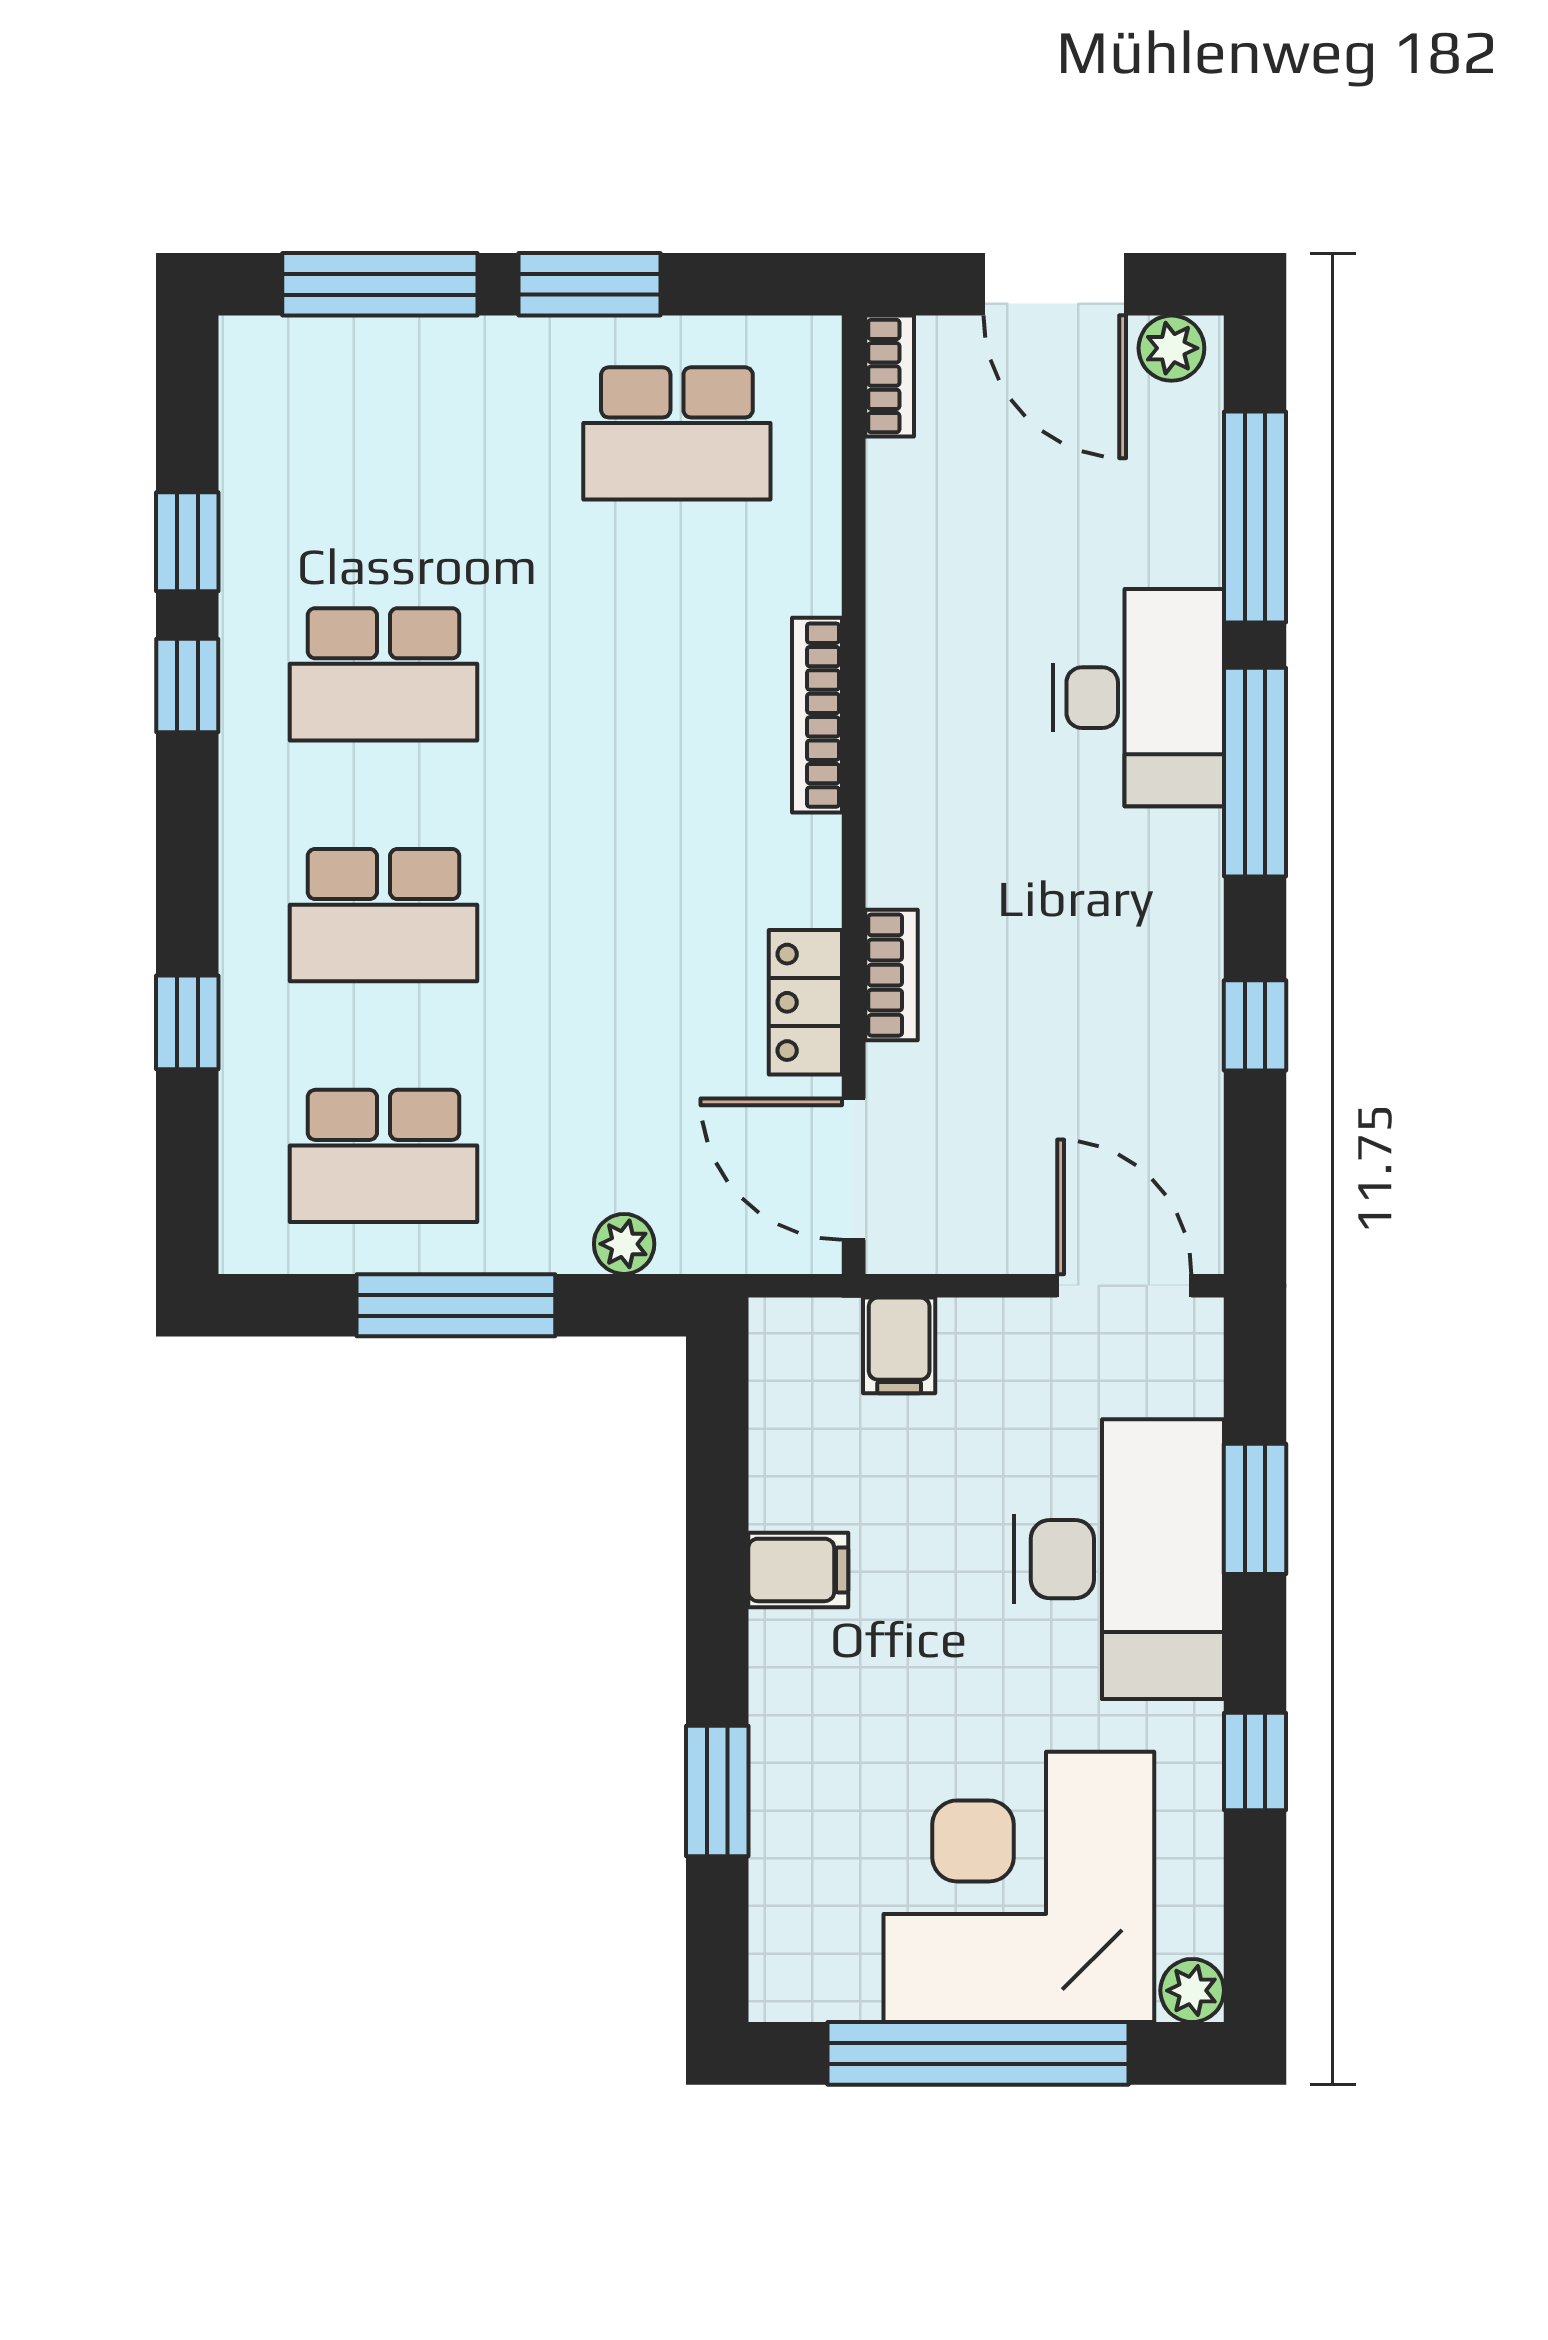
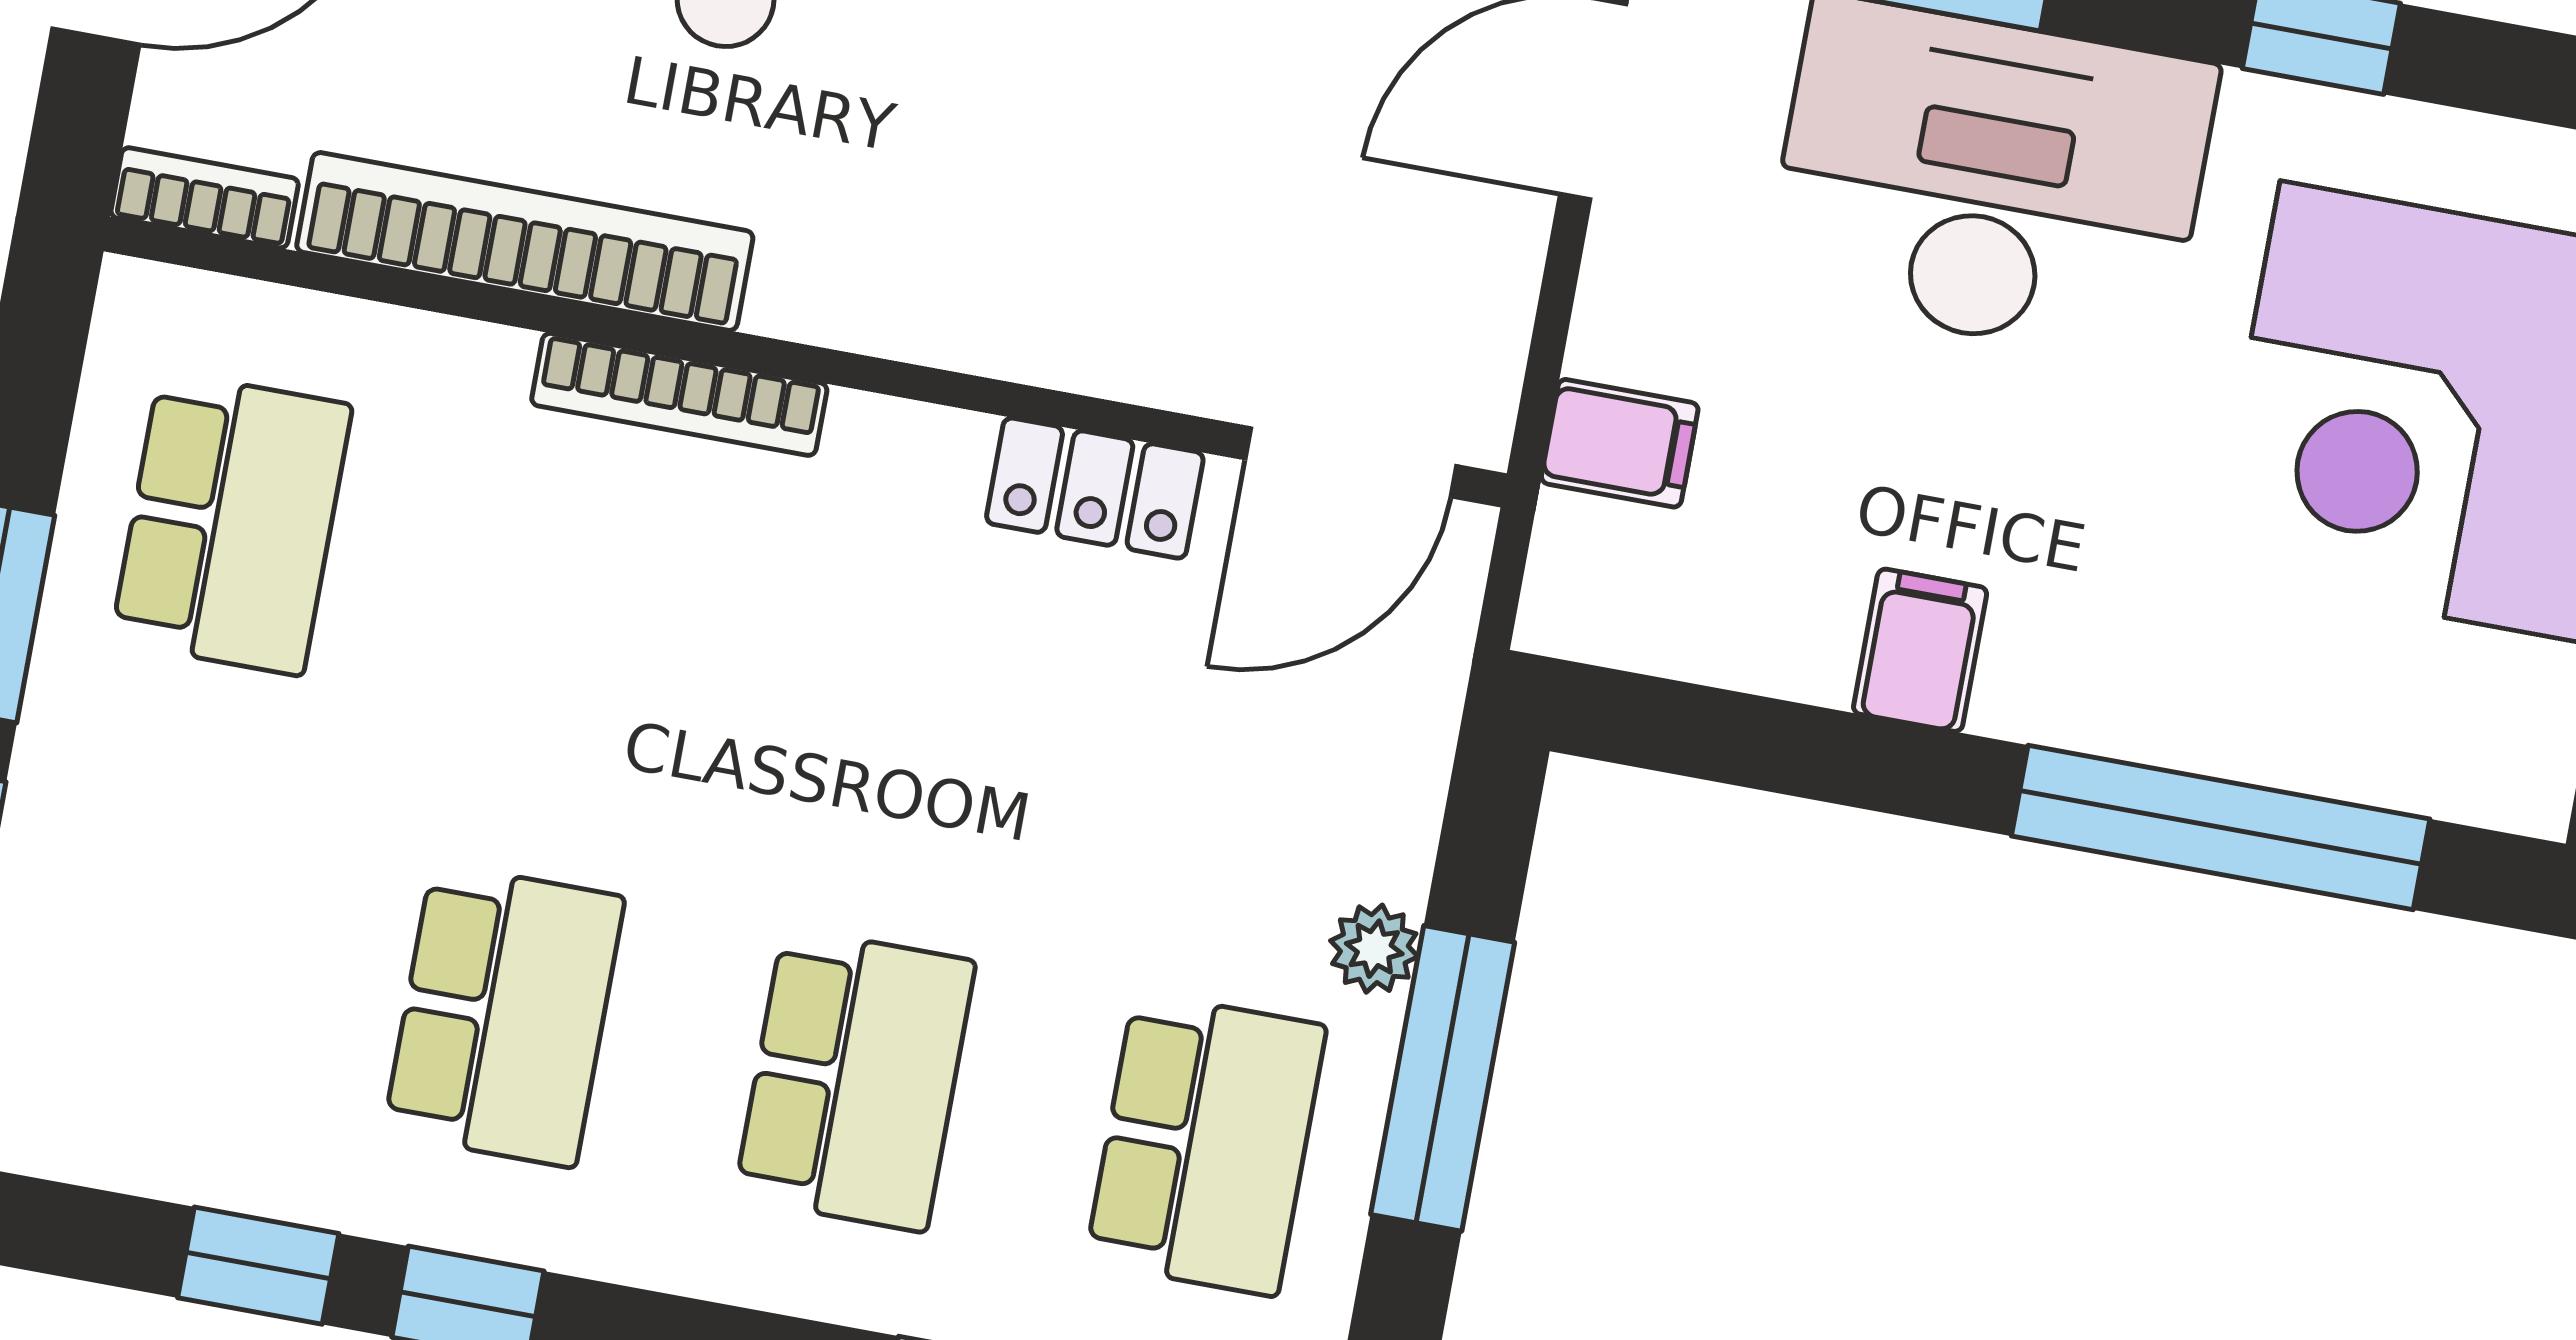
bookcase: (891, 975) -> (525, 241), moved, width x2.31, depth x1.31
plant: (624, 1244) -> (1374, 949), moved
window: (717, 1791) -> (2221, 827), width x2.11

